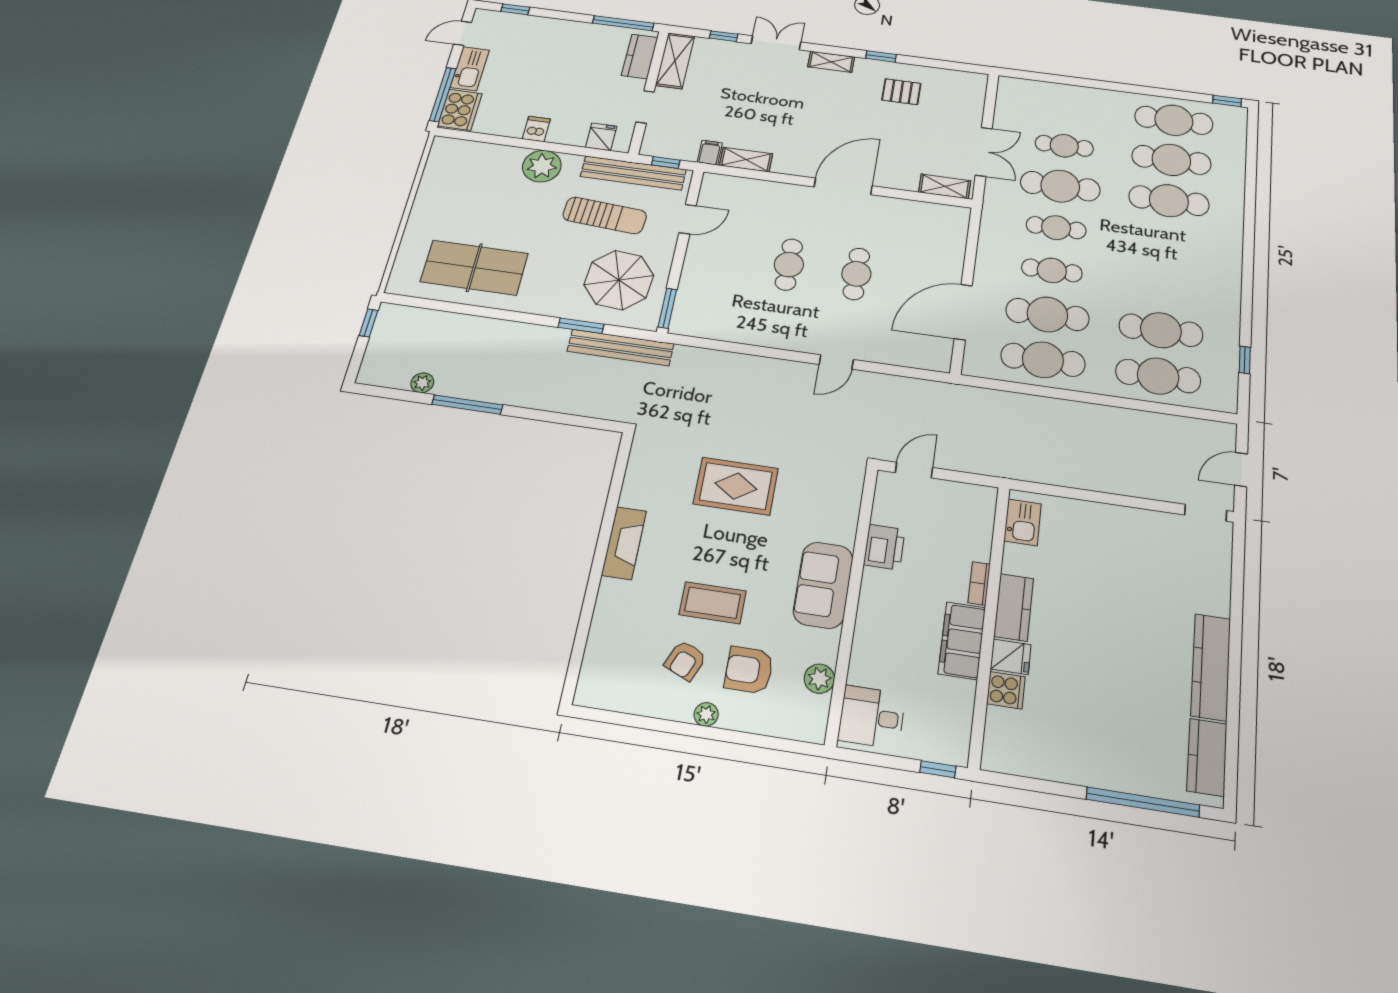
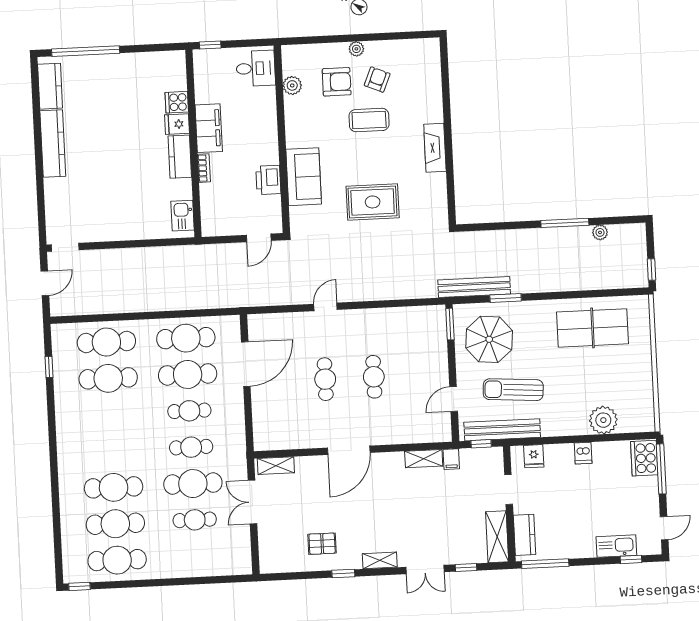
kitchen sink: (470, 69) -> (616, 546), moved, turned 90
plant: (542, 166) -> (603, 420), moved
sofa: (823, 585) -> (304, 177), moved

